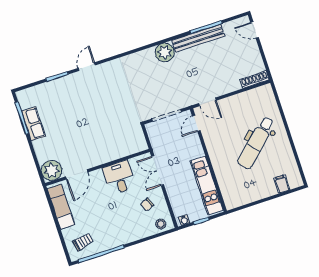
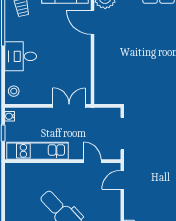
door: (196, 123) -> (92, 161), moved
desk: (119, 177) -> (21, 56), moved, turned 180
chair: (147, 205) -> (38, 84), removed

